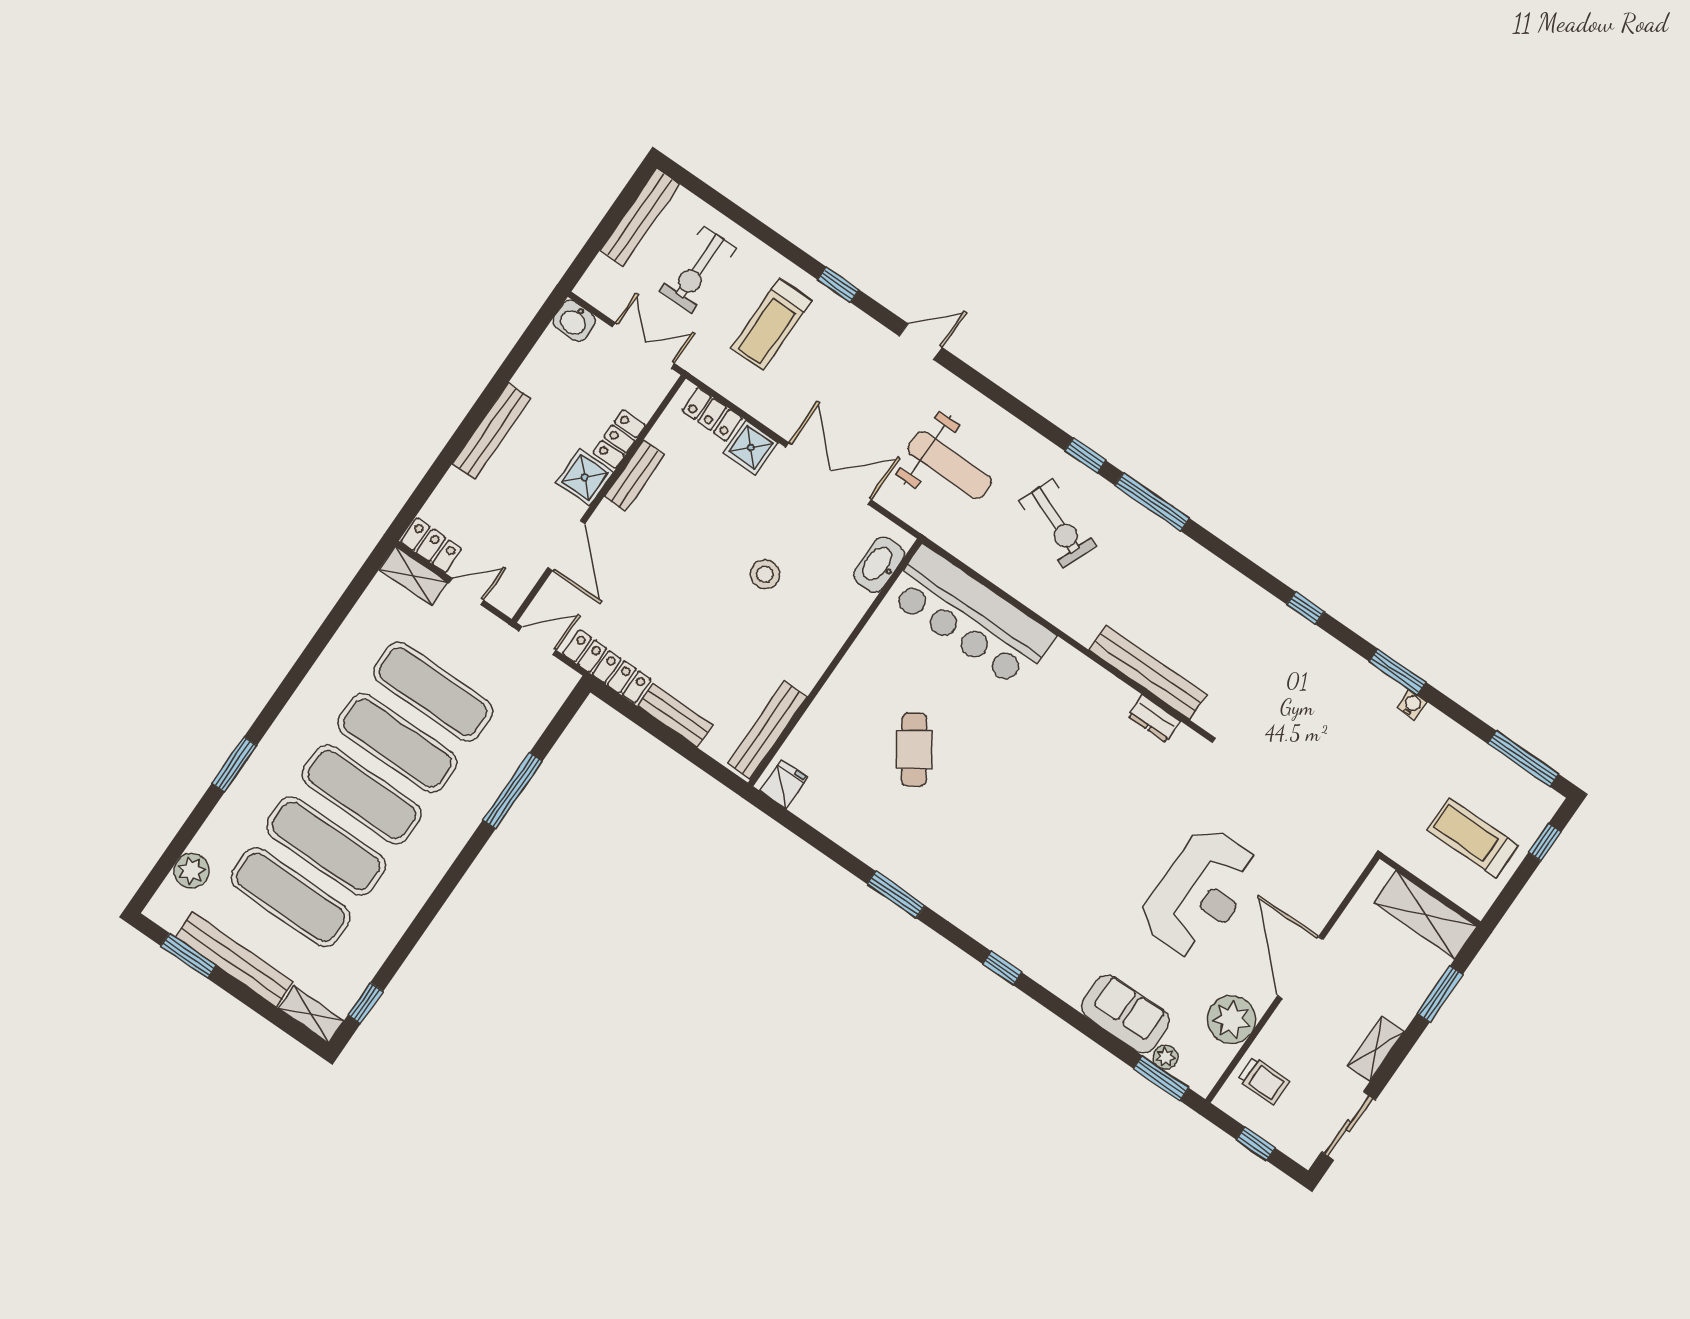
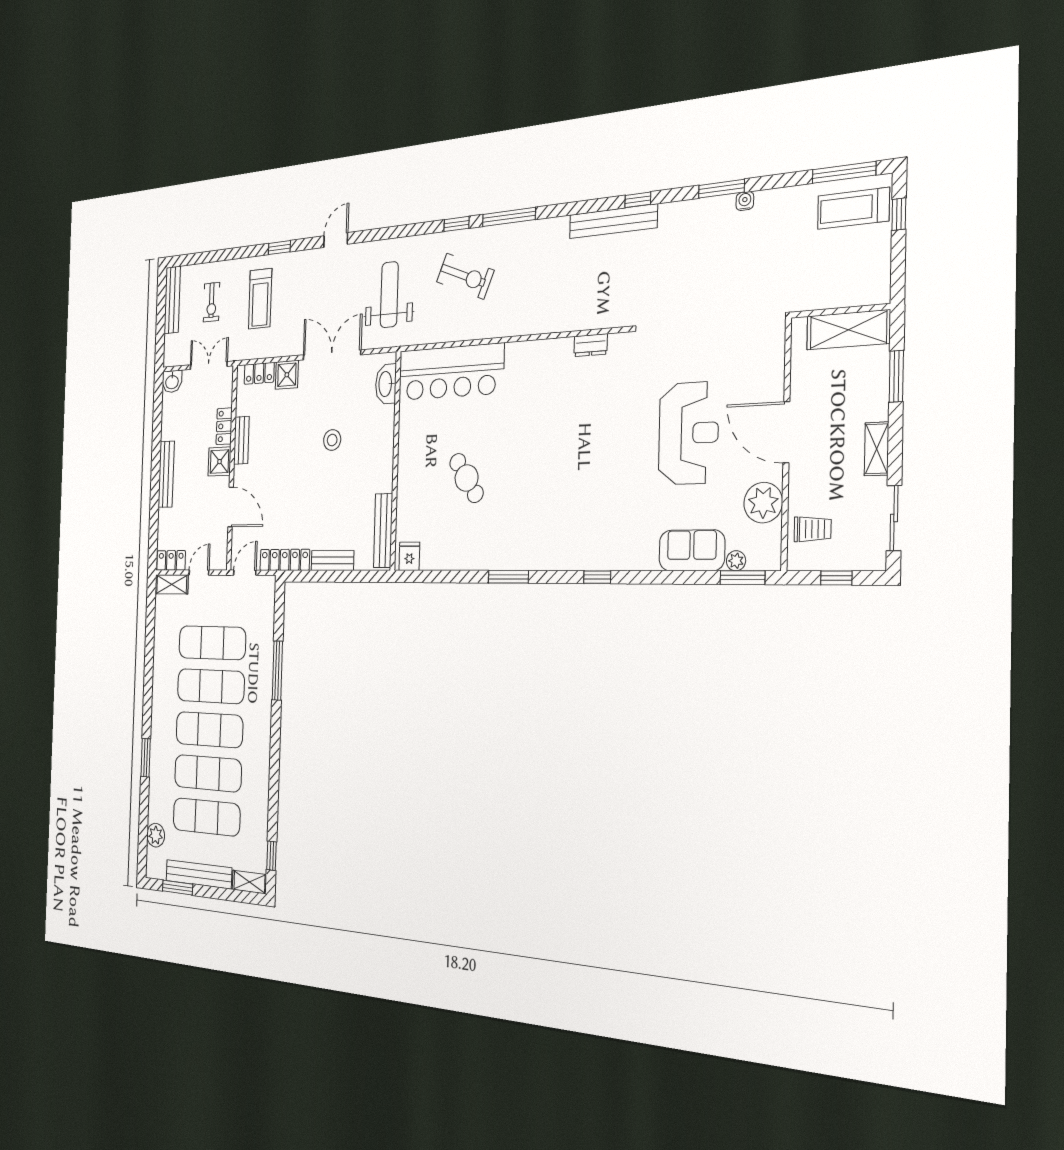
exercise bike: (698, 269) -> (212, 302), width x0.73, depth x0.72
weight bench: (950, 465) -> (389, 295), turned -90
bench: (1148, 672) -> (613, 221), moved
treadmill: (1473, 838) -> (853, 208), moved

